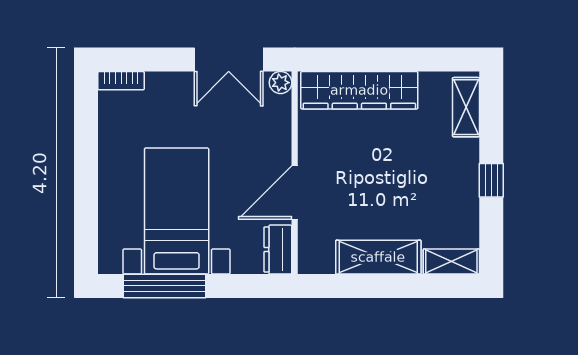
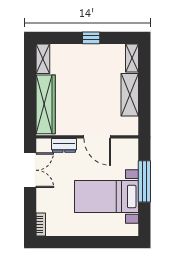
plant: (281, 83) -> (42, 144), removed
shelving: (466, 107) -> (43, 59), moved, turned 90
dresser: (278, 250) -> (64, 145), moved
window: (164, 286) -> (144, 181), moved

